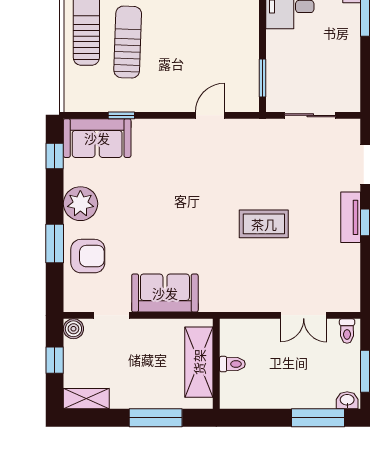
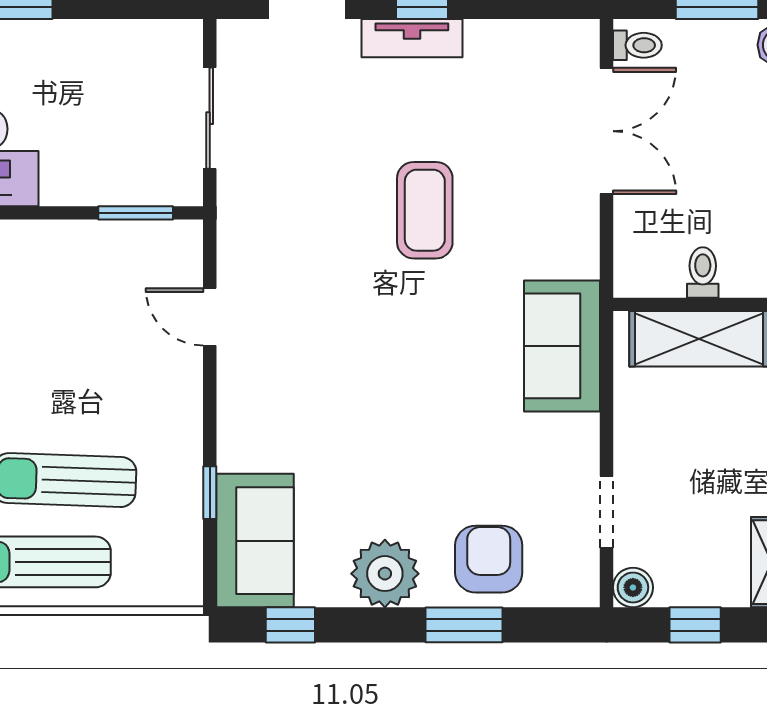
sofa: (165, 293) -> (562, 346), moved
double door: (304, 315) -> (606, 131), width x1.37

